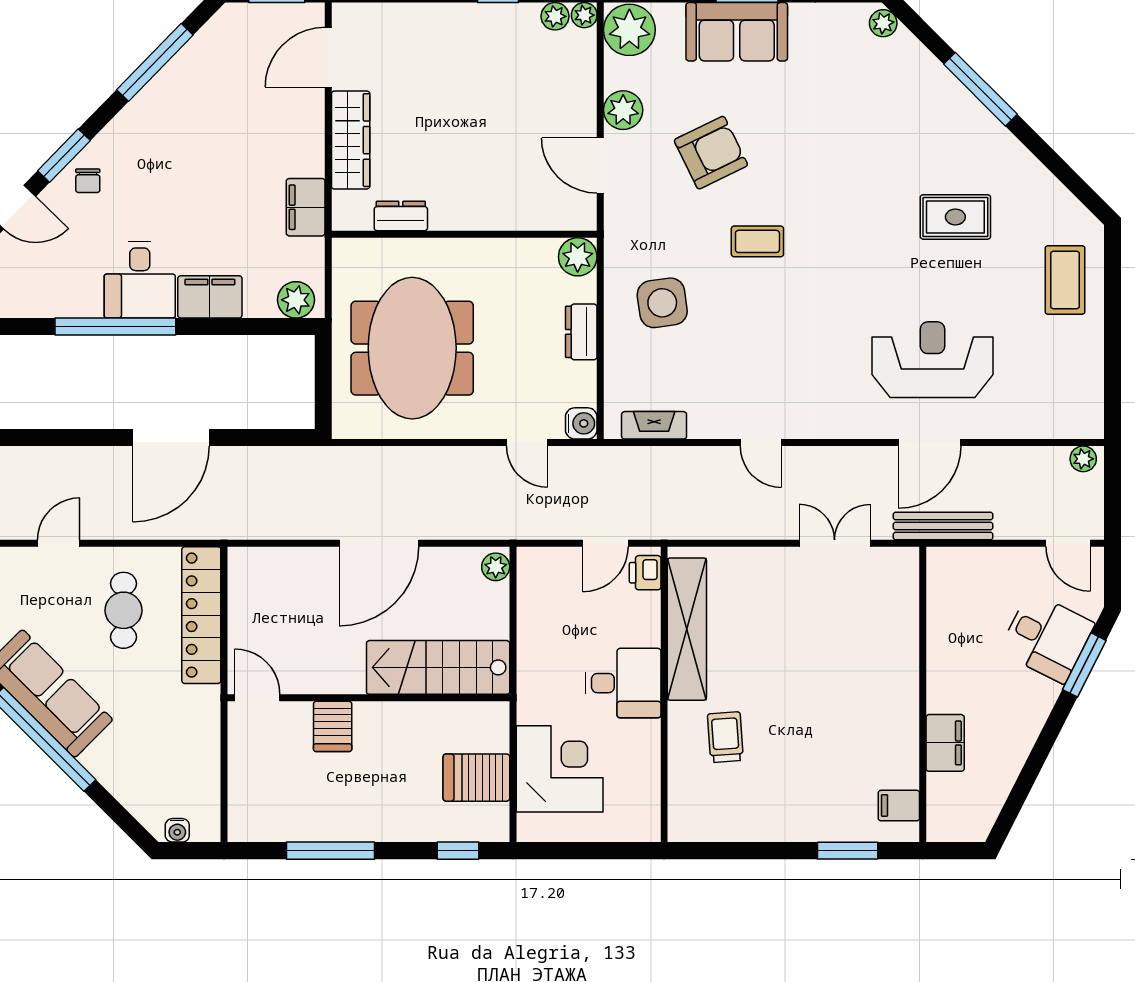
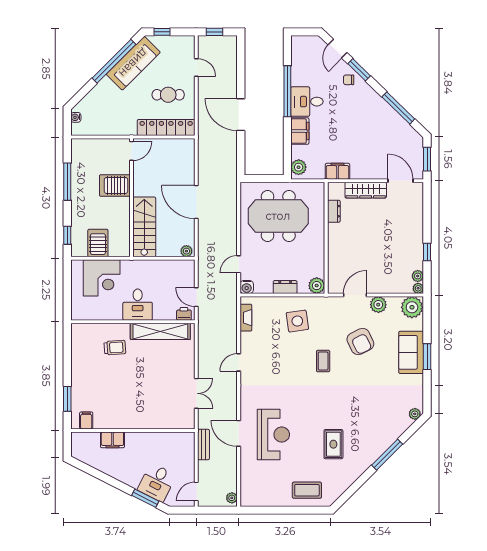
bench: (943, 526) -> (204, 445), width x0.73
server rack: (333, 726) -> (115, 185), width x1.36, depth x1.44

